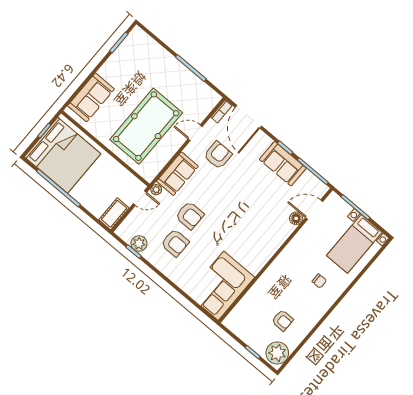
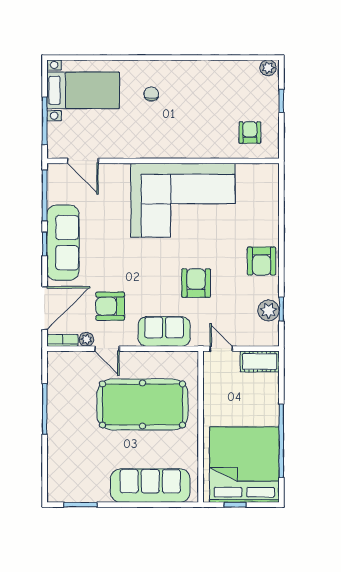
sofa: (91, 97) -> (150, 486), width x1.36
sofa: (283, 164) -> (63, 243), width x1.36
plant: (156, 190) -> (86, 339), moved
floor lamp: (296, 218) -> (107, 172), removed
armchair: (175, 243) -> (262, 261), moved, turned 180
corner sofa: (221, 286) -> (183, 200), moved, width x1.36, depth x1.36
armchair: (283, 320) -> (250, 132), moved
plant: (277, 353) -> (268, 68), width x0.53, depth x0.53

